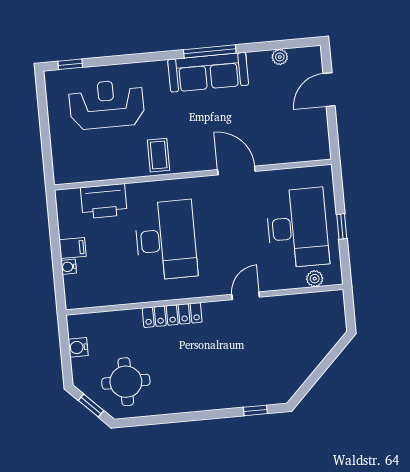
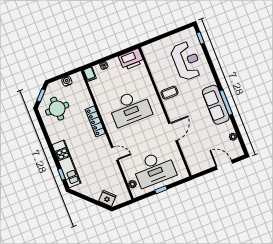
printer: (104, 201) -> (131, 59), moved, turned -90
filing cabinet: (73, 248) -> (90, 74), moved
fridge: (328, 335) -> (107, 198), added
kitchen unit: (238, 395) -> (67, 164), added

